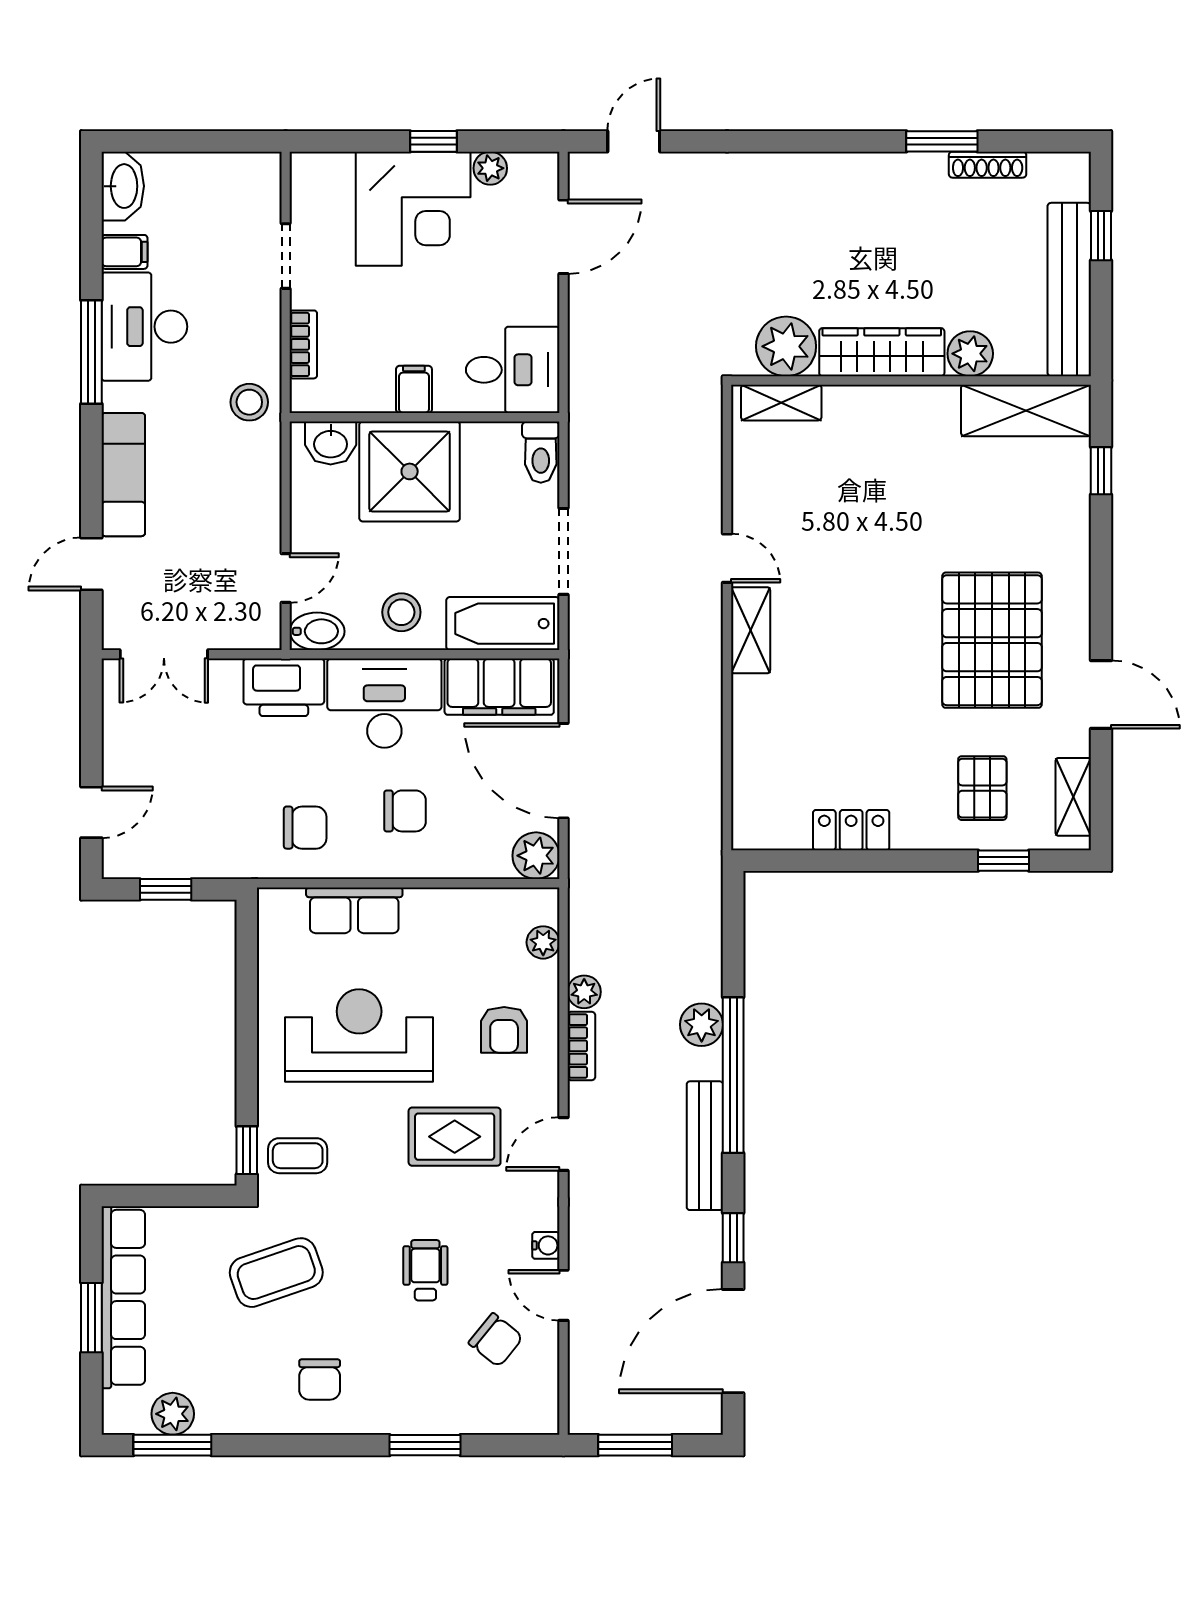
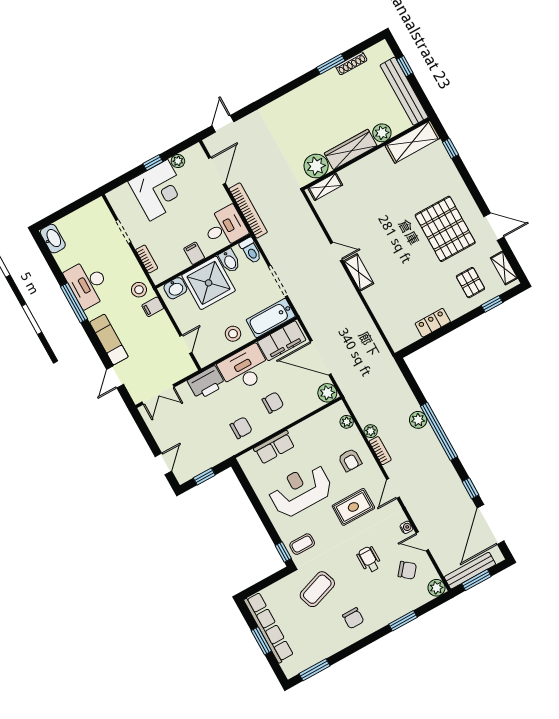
filing cabinet: (124, 252) -> (153, 307), moved, turned 180
bookcase: (584, 361) -> (248, 211), added
bidet: (317, 631) -> (229, 261), moved, turned 90
bench: (705, 1146) -> (470, 571), moved, turned 90
plant: (173, 1414) -> (436, 588), moved

